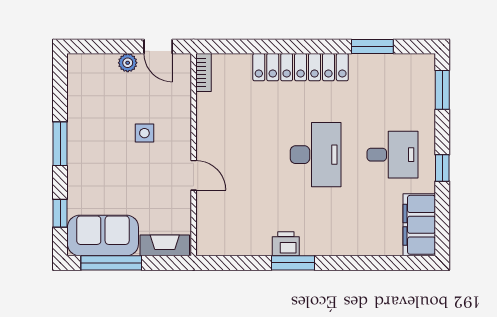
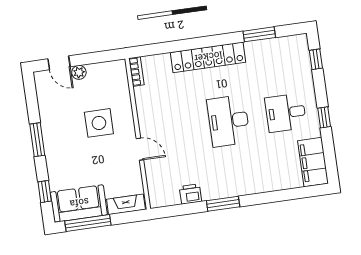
door: (158, 46) -> (59, 63), moved
window: (442, 90) -> (316, 59), width x0.67
side table: (144, 133) -> (99, 123), width x1.87, depth x1.87
desk: (316, 155) -> (229, 121), turned 180
desk: (392, 155) -> (286, 113), turned 180
printer: (286, 244) -> (190, 194), moved

